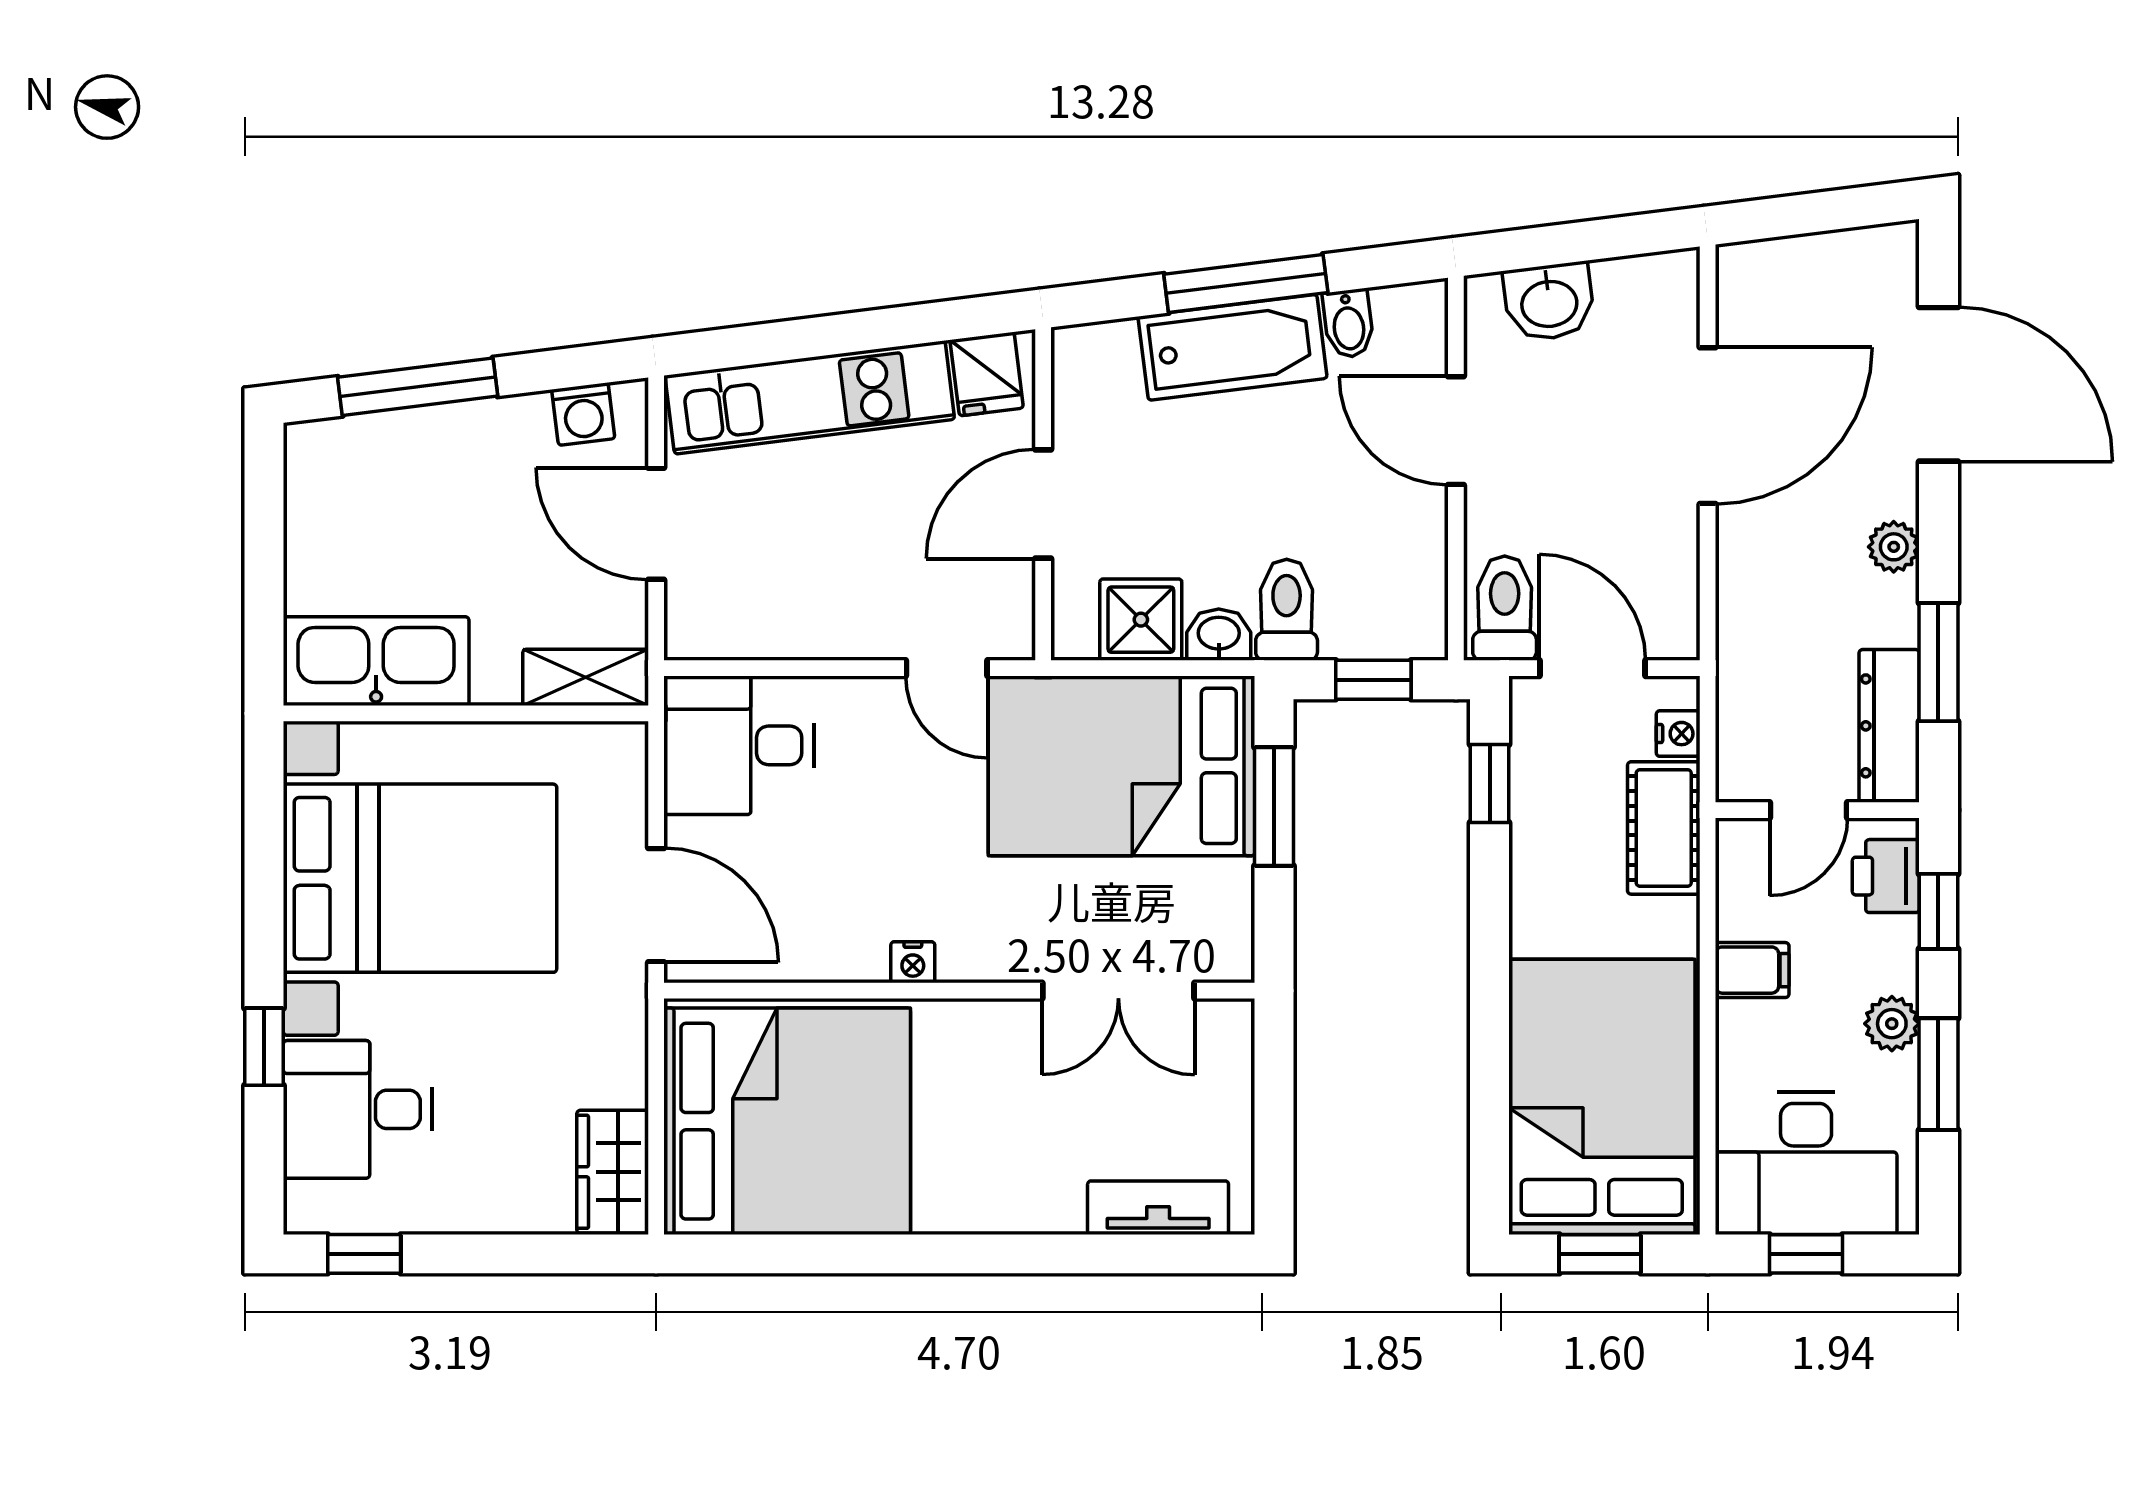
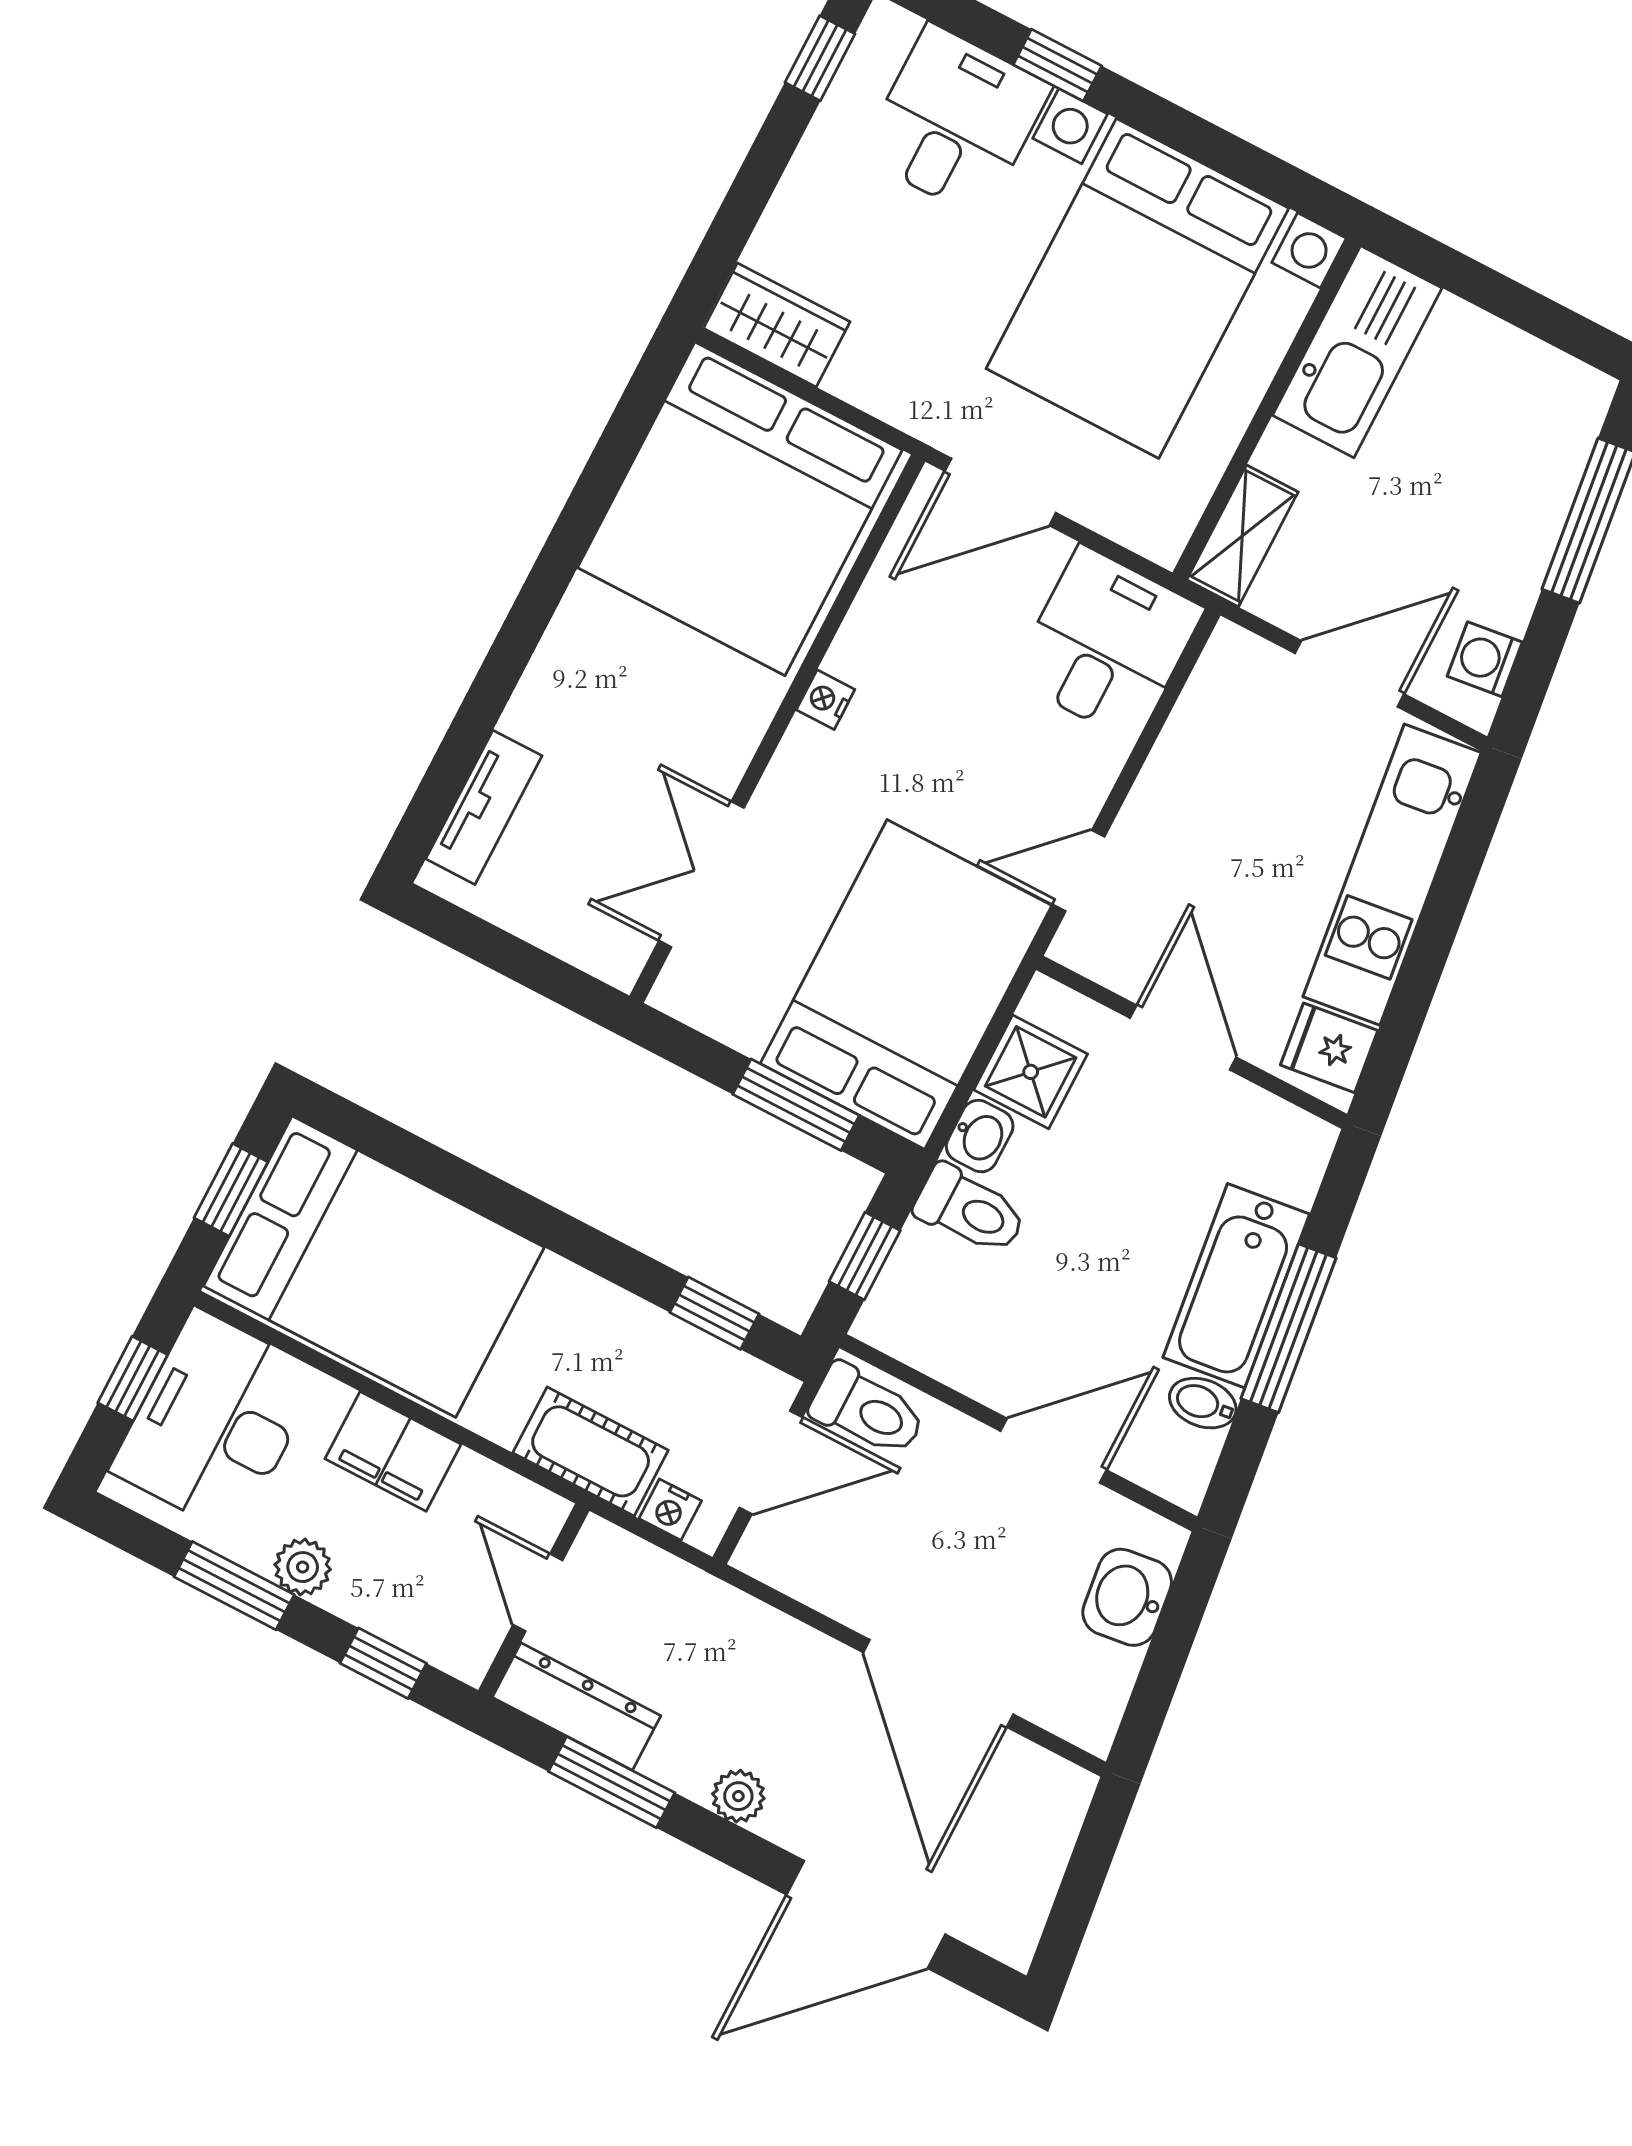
printer: (1886, 876) -> (441, 1632), removed
filing cabinet: (1752, 970) -> (393, 1451), width x2.00

